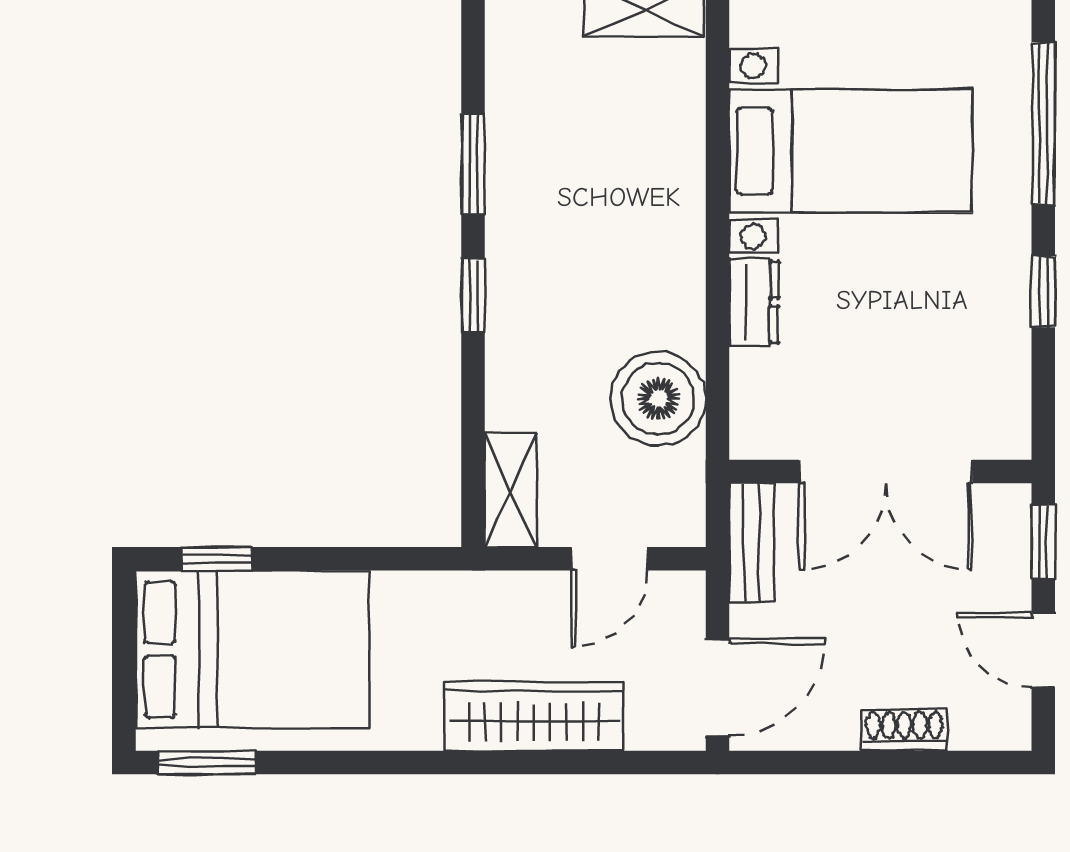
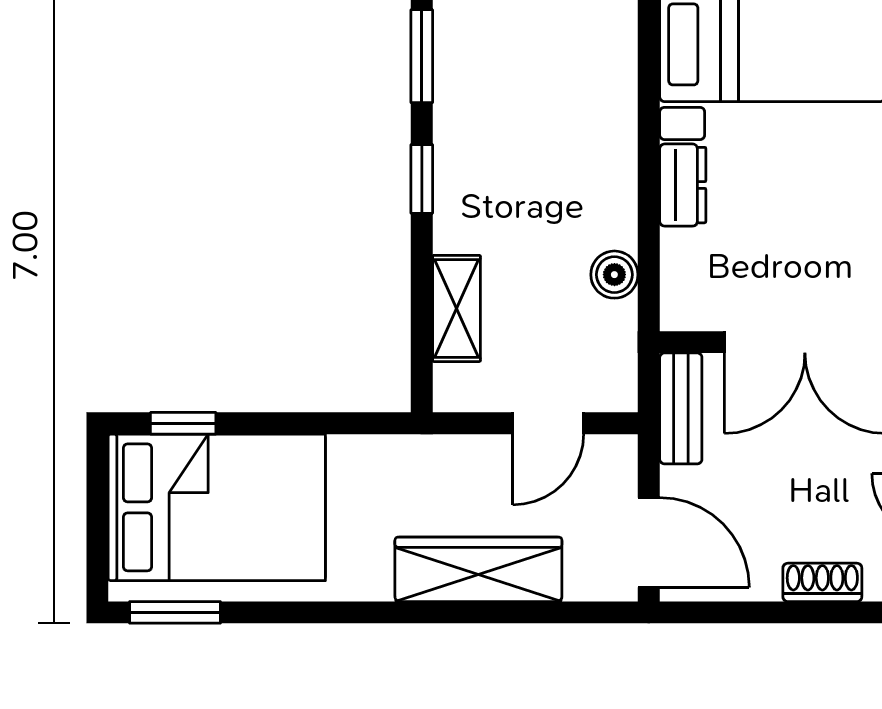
boiler: (658, 399) -> (614, 275), width x0.54, depth x0.54
shelving: (510, 490) -> (456, 308), moved
door: (717, 687) -> (649, 542), hinge flipped

